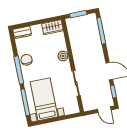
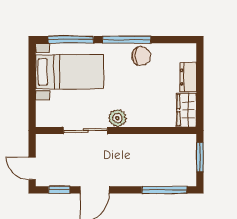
dresser: (22, 32) -> (188, 77), moved
plant: (63, 56) -> (118, 118), moved
door: (104, 110) -> (32, 168), hinge flipped

